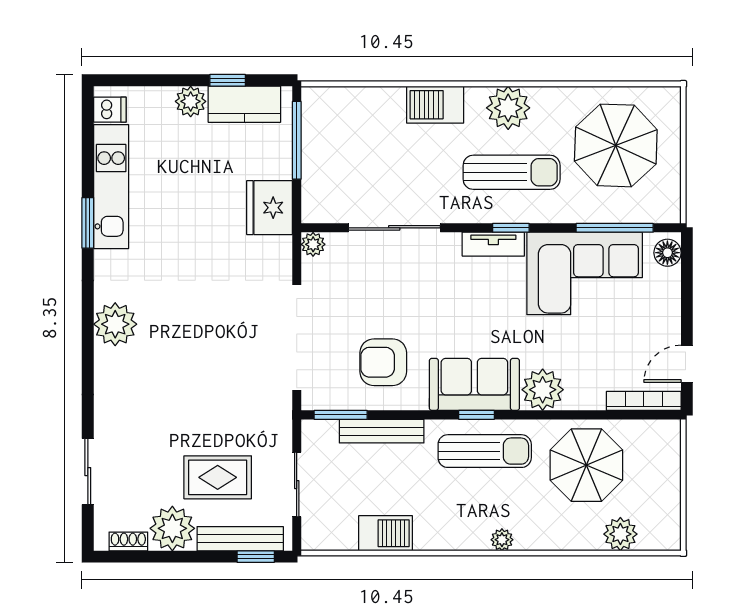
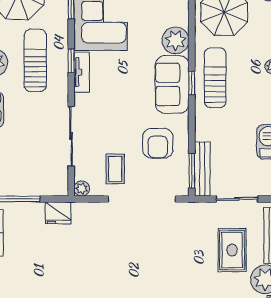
fridge: (270, 208) -> (58, 213), width x0.73, depth x0.75
coffee table: (343, 296) -> (115, 169), added
bench: (382, 431) -> (202, 169), moved

